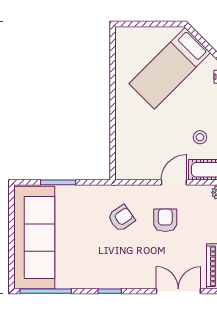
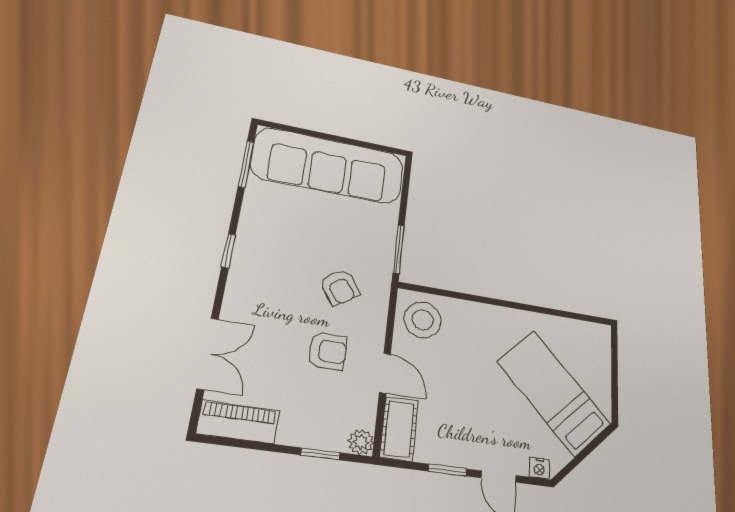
stool: (200, 137) -> (423, 320), moved, width x1.89, depth x1.89
window: (58, 182) -> (399, 249), moved
window: (46, 291) -> (246, 164), width x0.69

